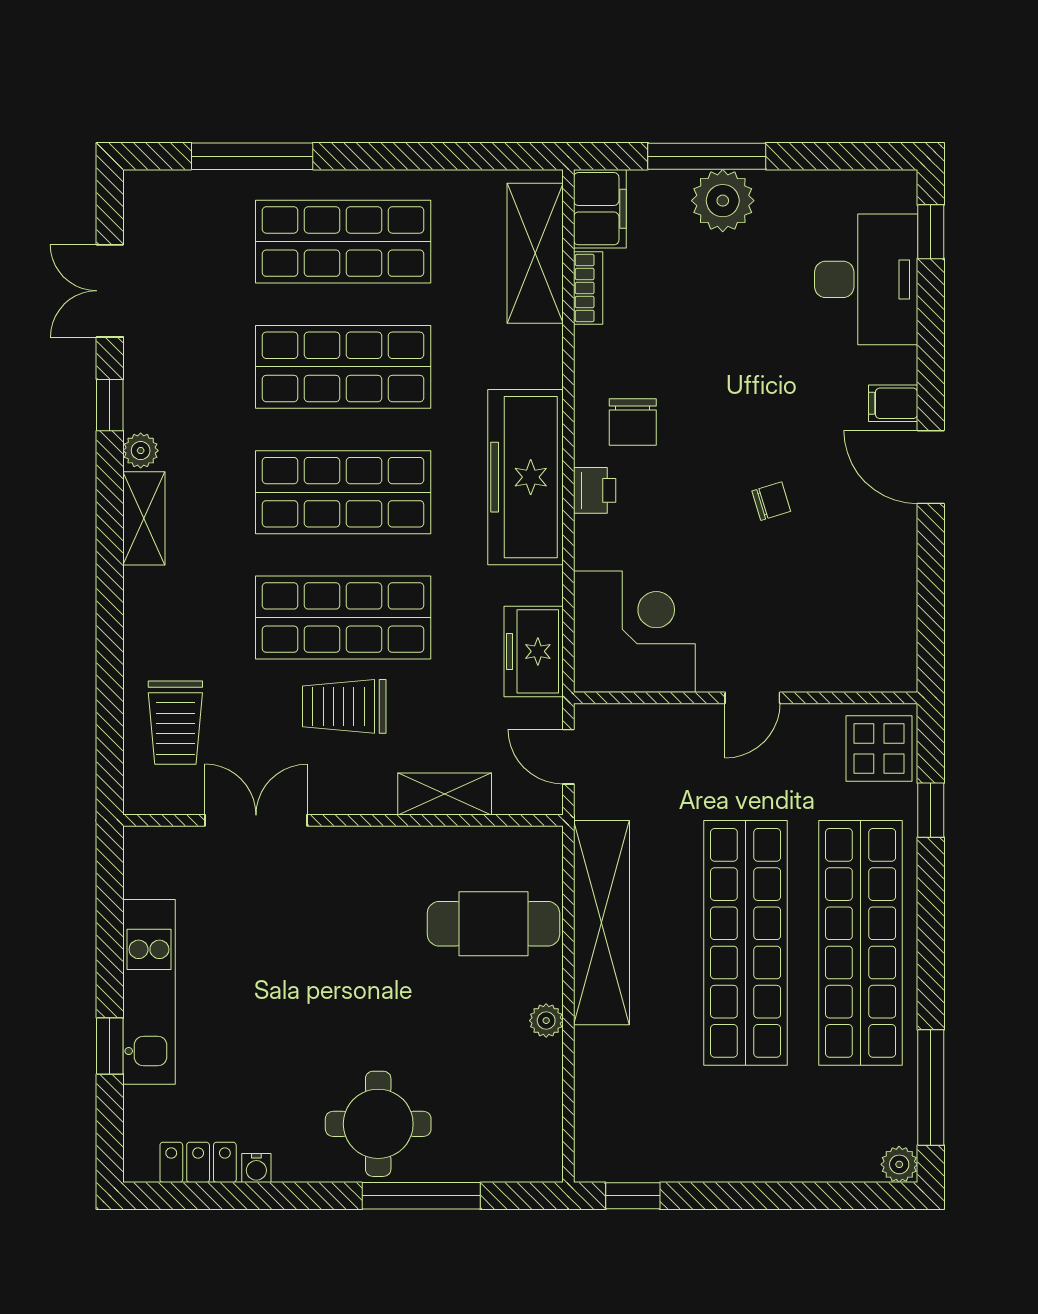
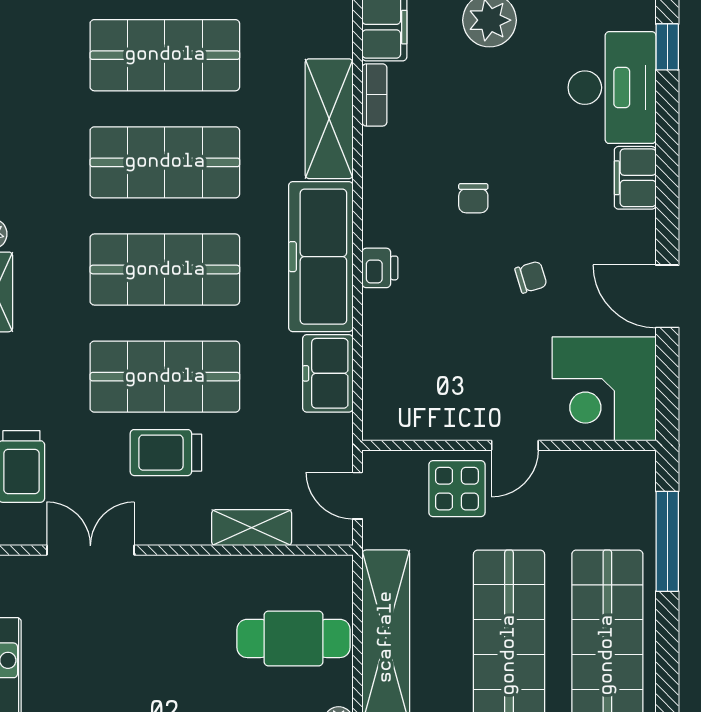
shelving: (535, 253) -> (329, 119), moved
filing cabinet: (893, 403) -> (635, 178), width x2.00
chair: (633, 422) -> (473, 198), moved, width x0.73, depth x0.73
door: (931, 467) -> (667, 296), moved
corner desk: (634, 632) -> (604, 389), moved, turned 180
freezer: (534, 651) -> (328, 373), moved
display table: (879, 749) -> (457, 489), moved
window: (931, 810) -> (667, 541), width x2.17

